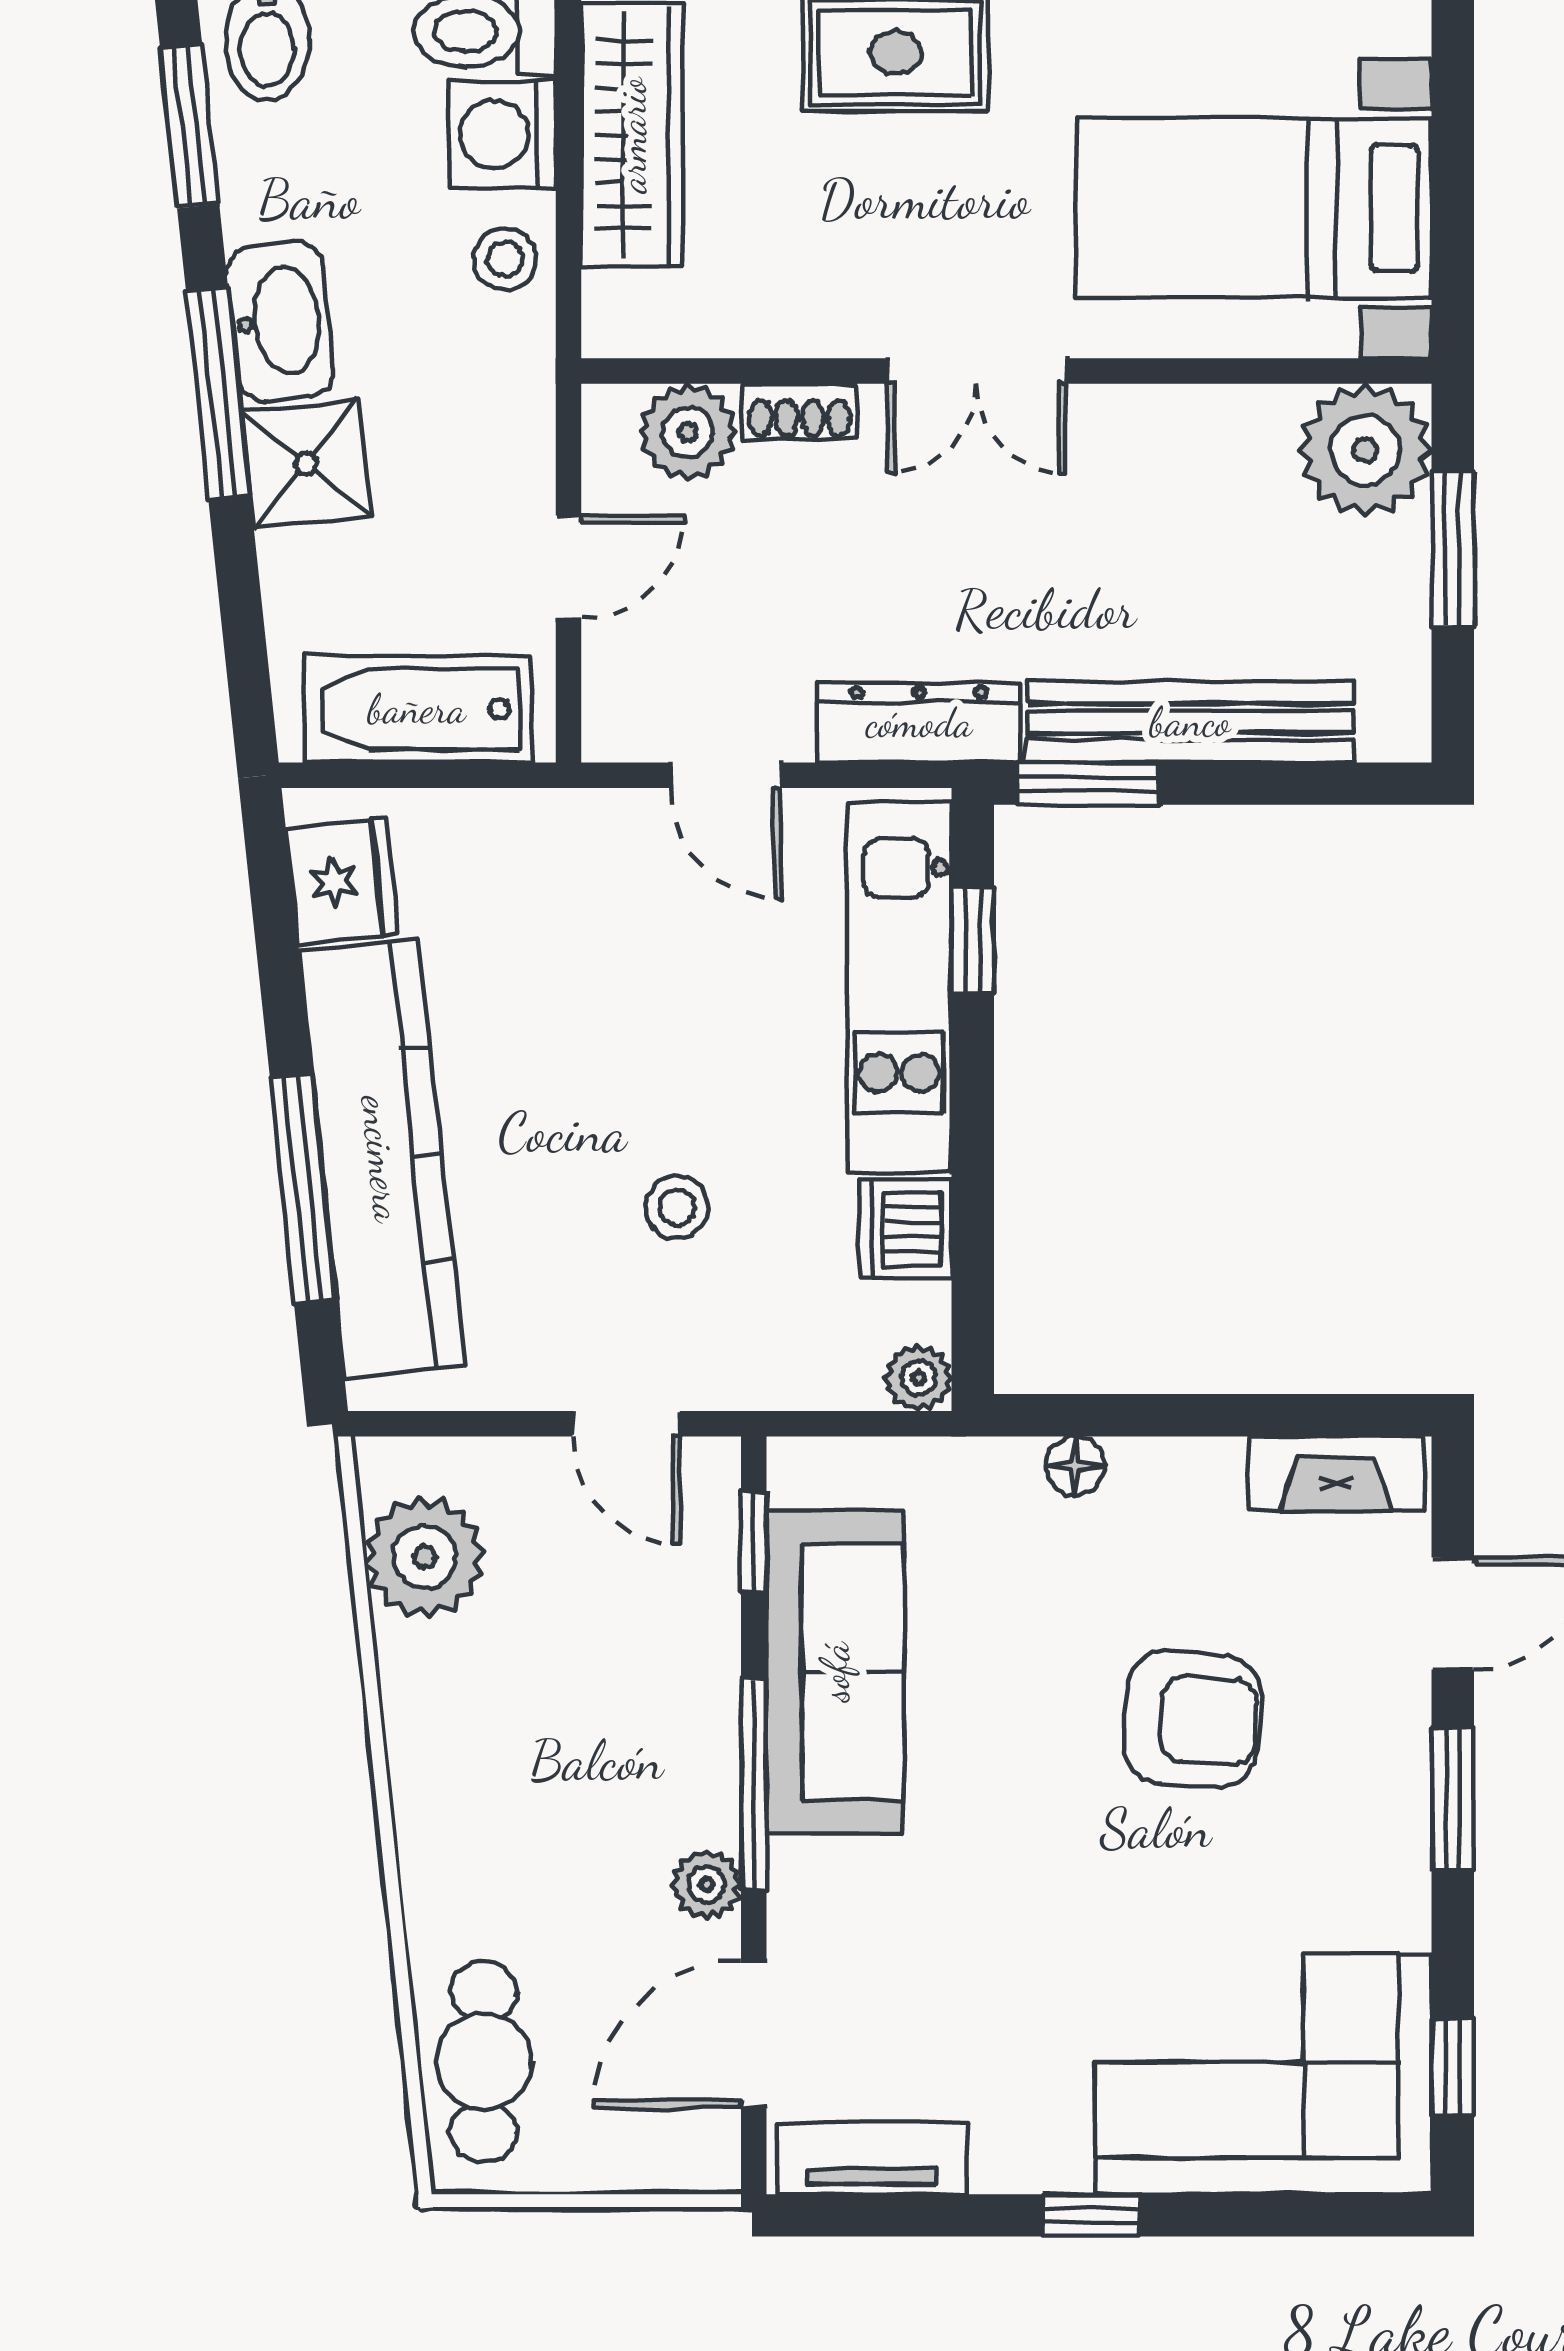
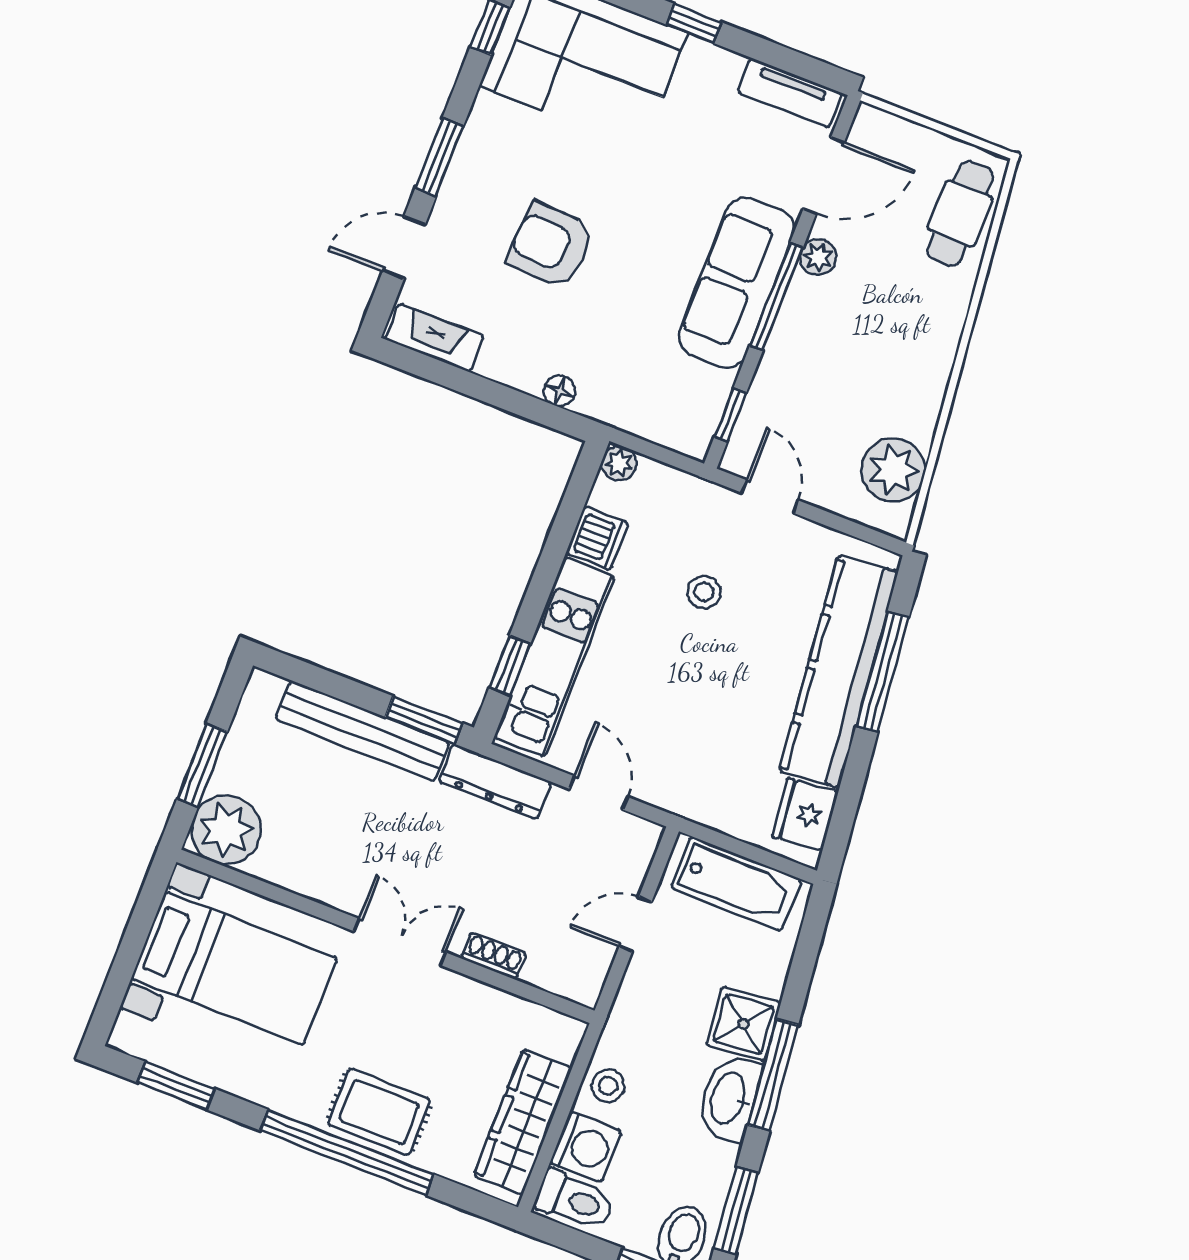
plant: (688, 432) -> (552, 967), removed
sofa: (835, 1672) -> (736, 283), moved

